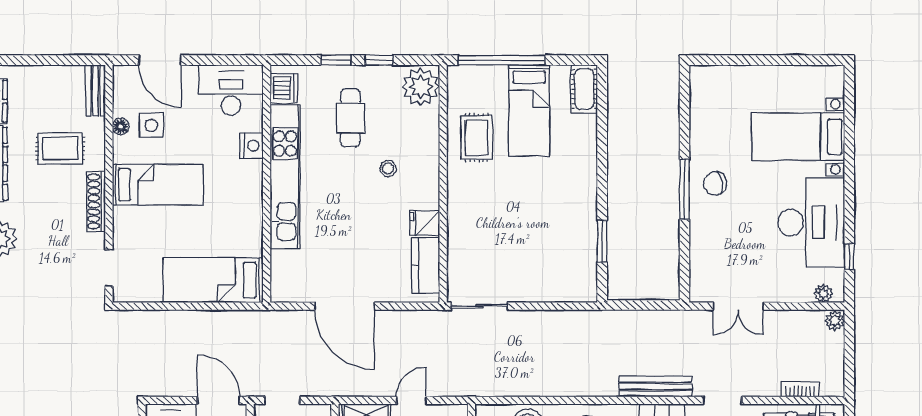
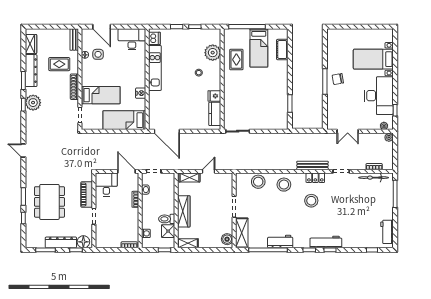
plant: (421, 87) -> (213, 53), moved
cot: (584, 89) -> (282, 50), moved
cafe table: (350, 118) -> (183, 51), removed
nightstand: (252, 146) -> (141, 93), moved
kitchen unit: (285, 177) -> (155, 68), width x0.73
bed: (158, 185) -> (101, 95), moved
door: (344, 306) -> (167, 131), moved

